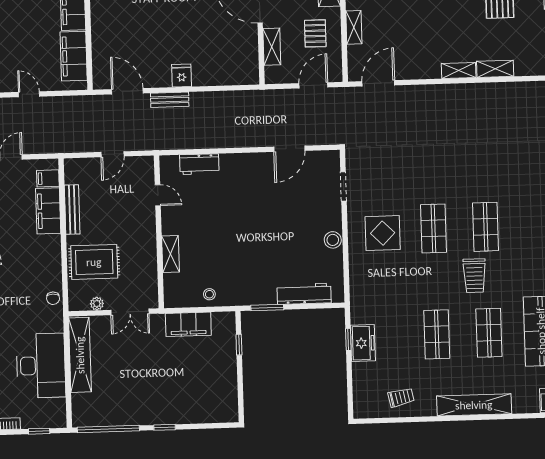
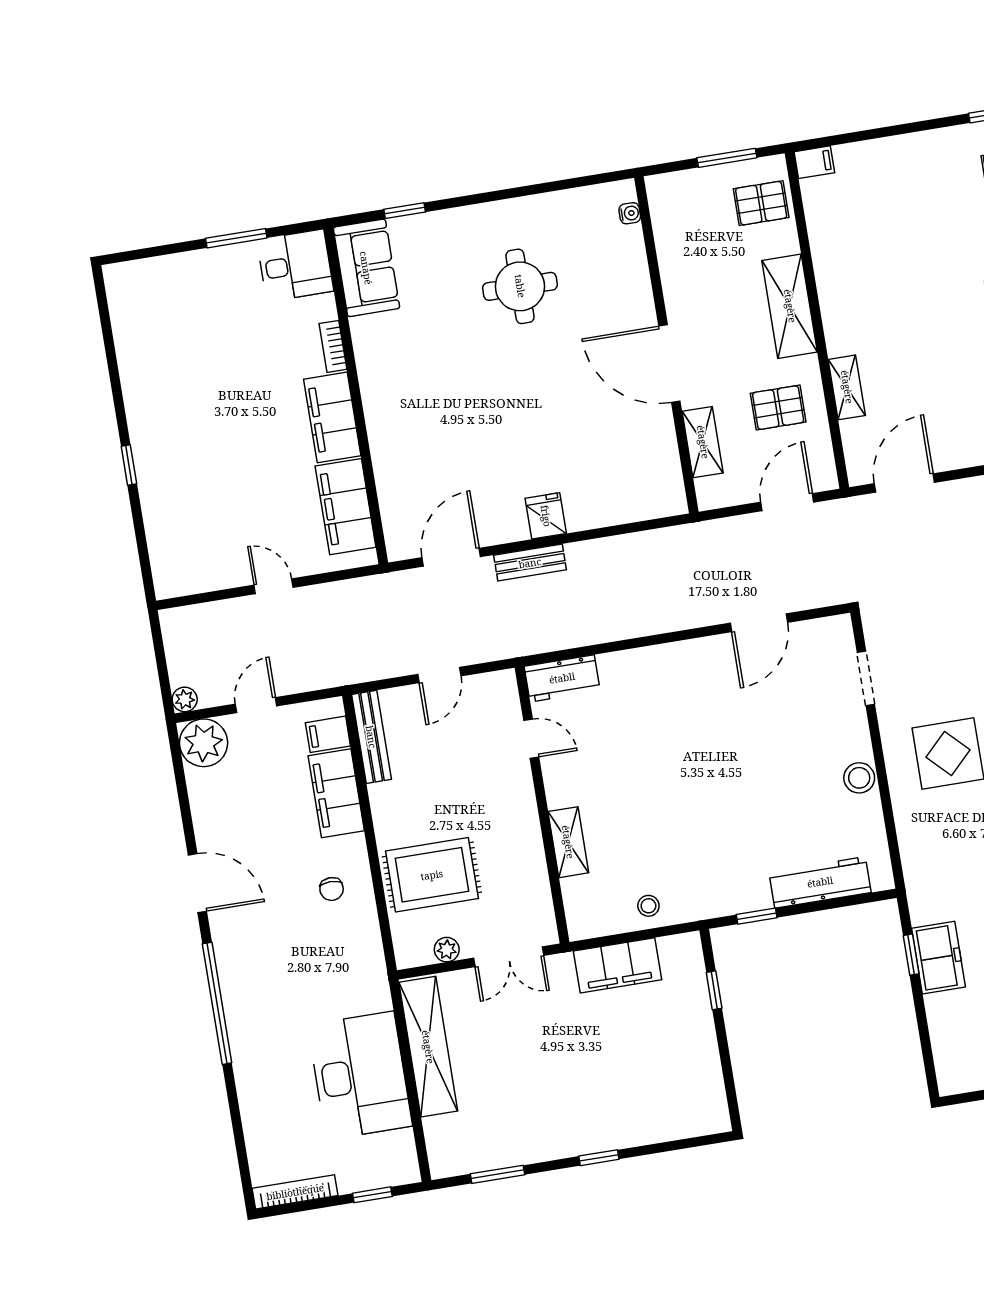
pallet: (315, 33) -> (778, 408), turned 90
door: (127, 91) -> (451, 557), hinge flipped
workbench: (199, 164) -> (562, 678), moved
bench: (72, 209) -> (371, 737), moved
chair: (53, 298) -> (332, 889), moved
window: (267, 308) -> (757, 916), width x0.67
window: (108, 429) -> (498, 1174), width x0.47

